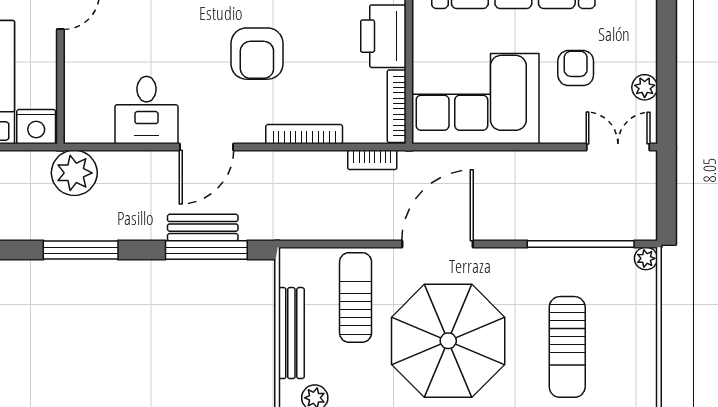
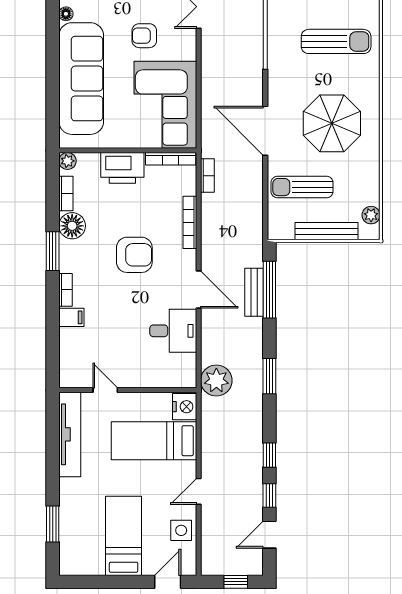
window: (81, 250) -> (269, 376), width x0.69
parasol: (448, 341) -> (332, 123), width x0.73, depth x0.73

